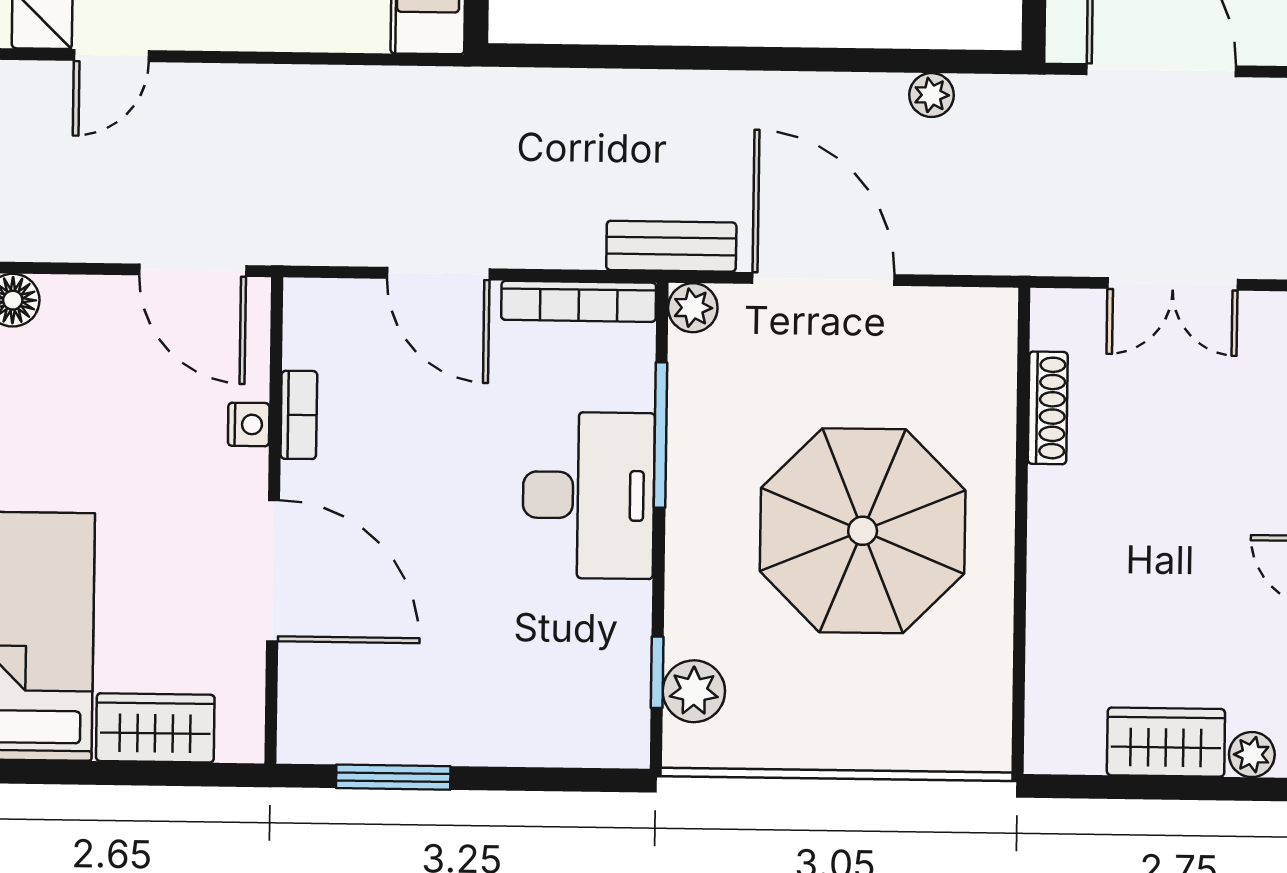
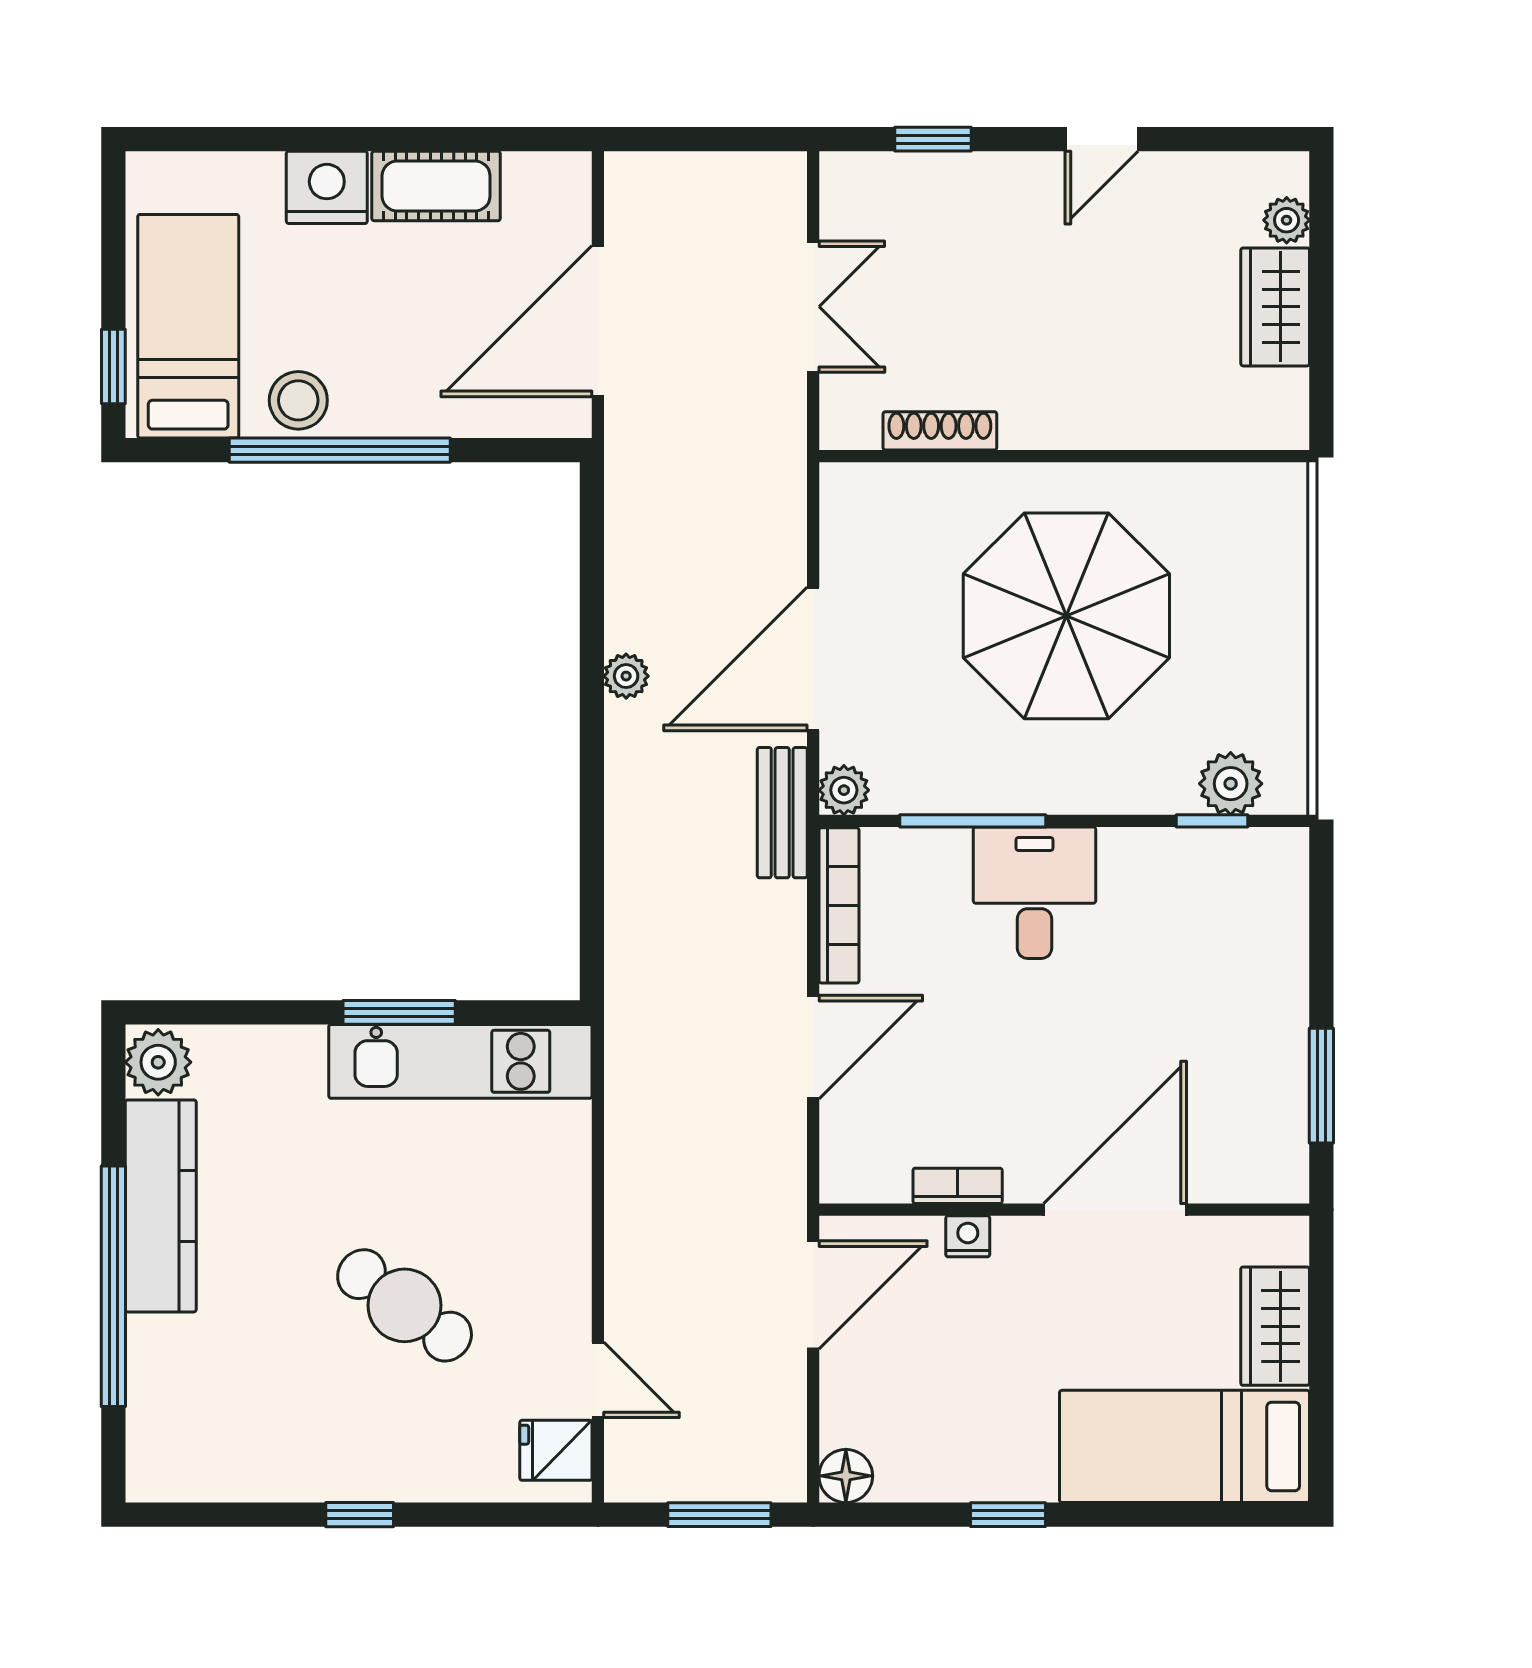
plant: (932, 95) -> (626, 676), moved
desk: (588, 495) -> (1034, 893), width x0.73

